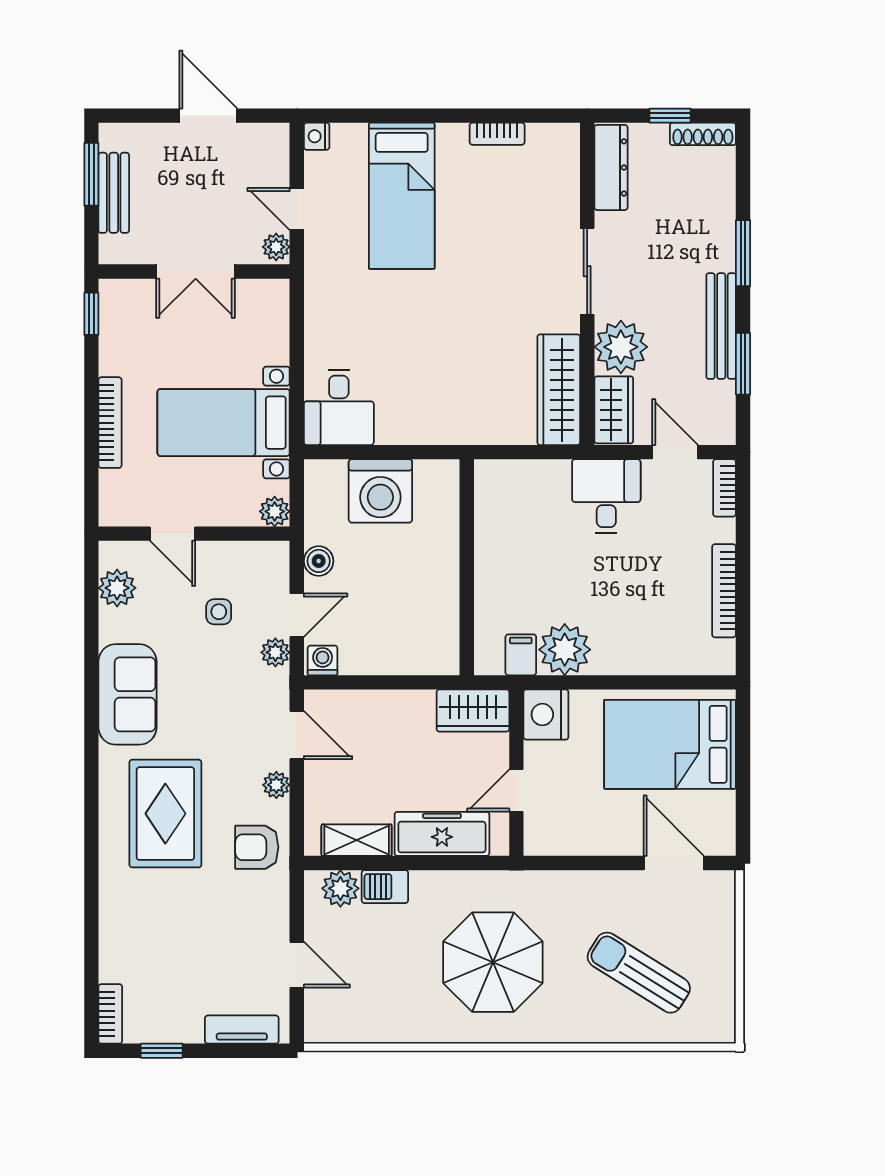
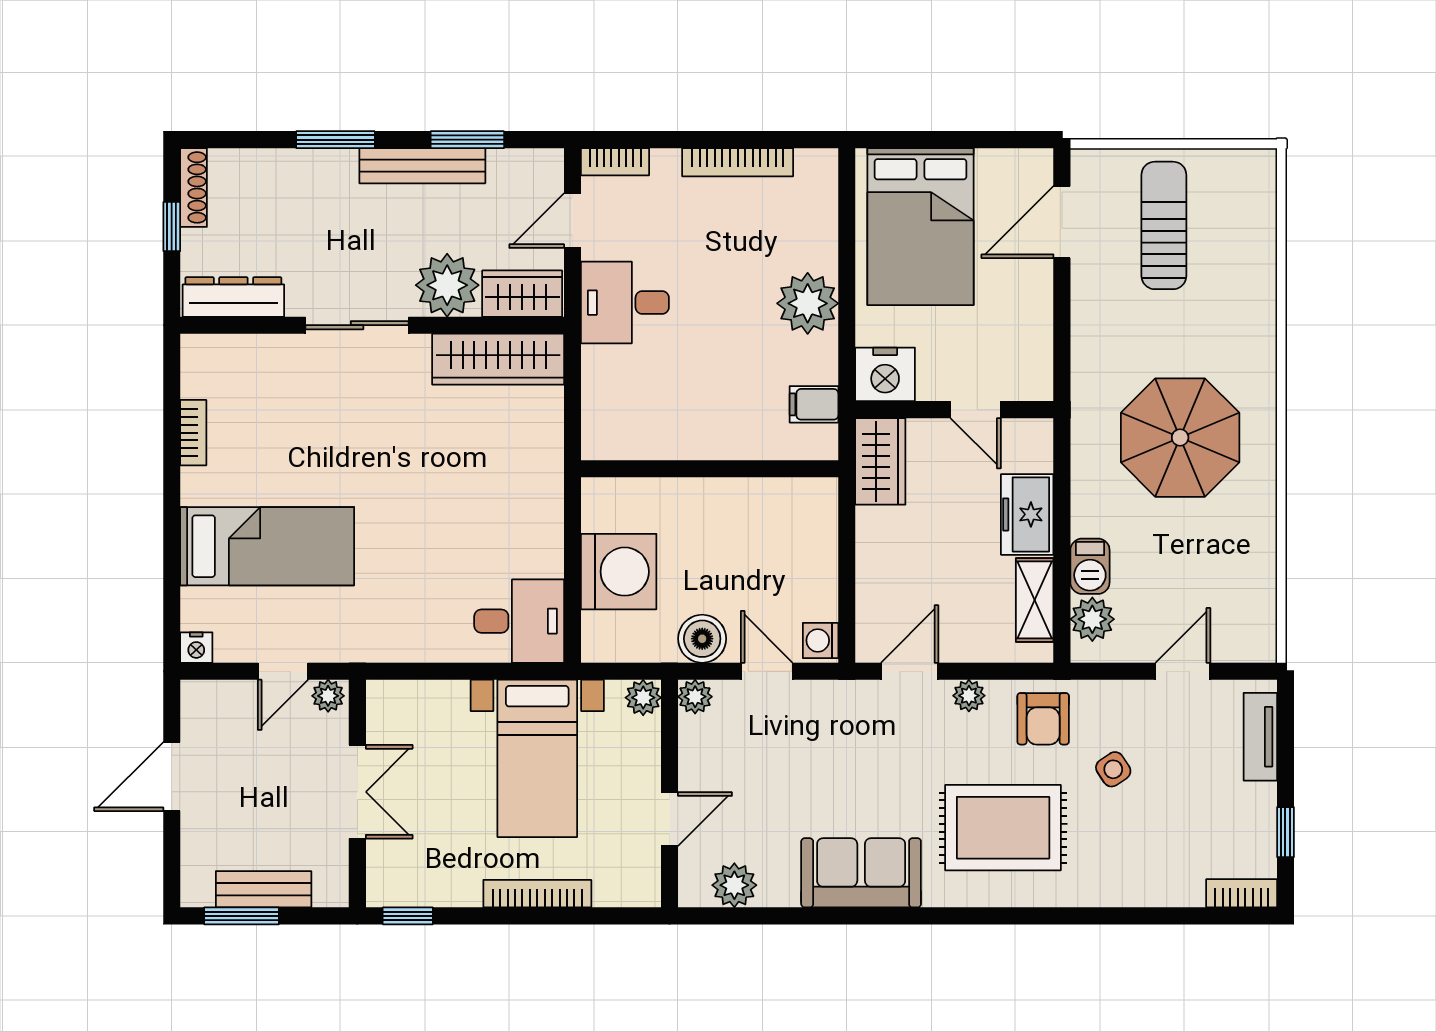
boiler: (319, 561) -> (702, 639), width x1.36, depth x1.36
side table: (219, 612) -> (1113, 769), moved, turned -34
plant: (565, 650) -> (808, 303), moved
plant: (275, 652) -> (695, 697), moved
freezer: (442, 834) -> (1027, 514), width x0.71
sun lounger: (639, 973) -> (1164, 225), moved, turned 148

